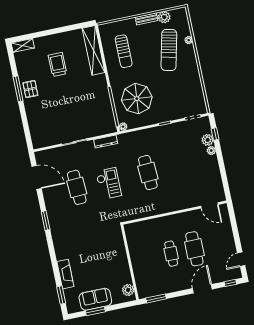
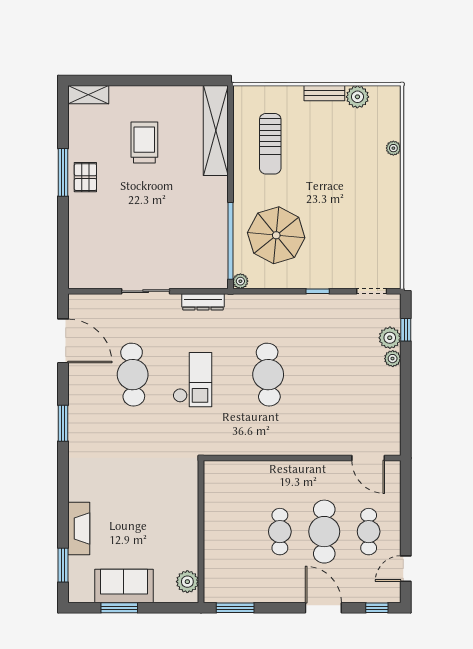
sun lounger: (169, 50) -> (353, 159), removed
cafe table: (218, 244) -> (369, 532), added
door: (202, 289) -> (323, 608), hinge flipped

